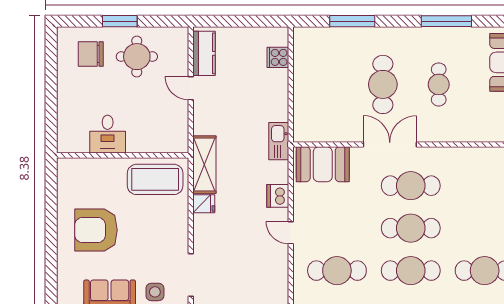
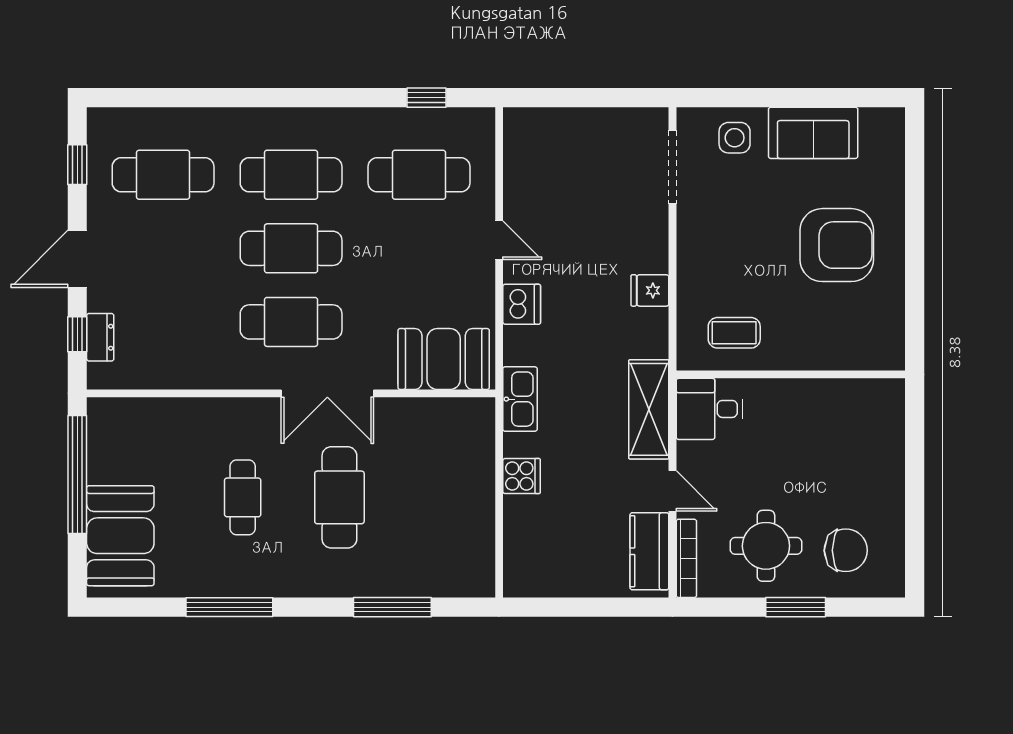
bookcase: (183, 49) -> (686, 558), added
cooker: (278, 57) -> (522, 476), moved
desk: (108, 134) -> (709, 409), moved, turned -90
shelving: (204, 165) -> (649, 409), moved
coffee table: (155, 179) -> (734, 333), width x0.54, depth x0.58

